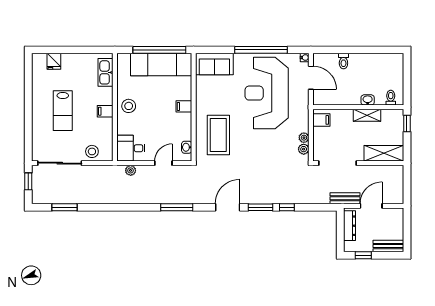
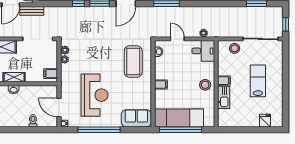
kitchen sink: (106, 72) -> (224, 97), moved
reception desk: (267, 93) -> (95, 95), width x0.74, depth x0.77
door: (163, 163) -> (177, 39), swing flipped

